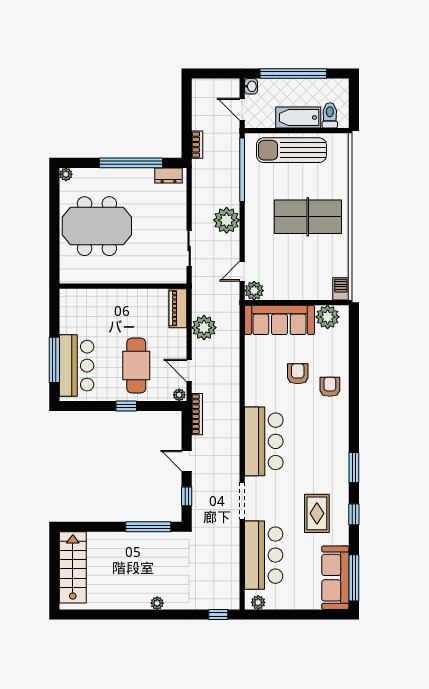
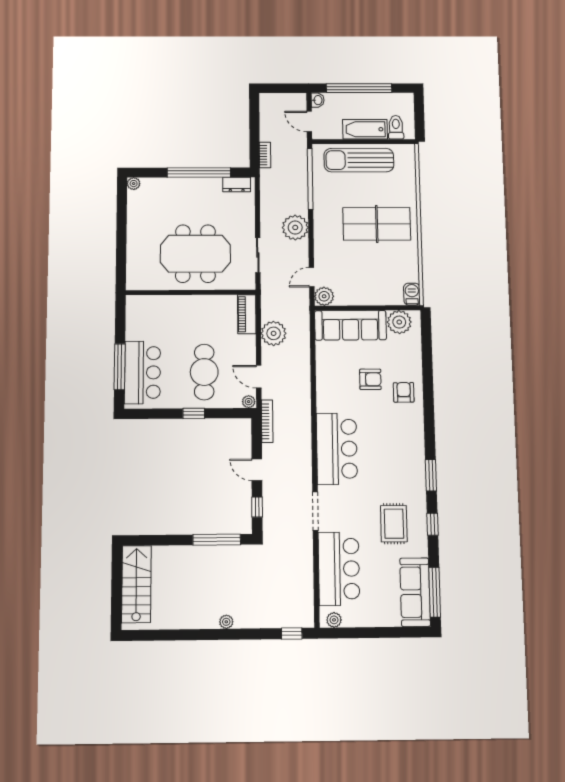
meeting table: (97, 226) -> (195, 254), moved
armchair: (298, 374) -> (370, 379), turned 90

